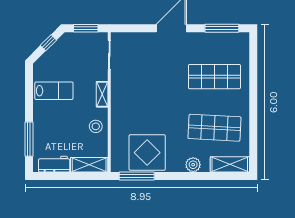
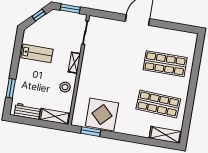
window: (222, 28) -> (177, 27), removed
window: (29, 139) -> (11, 88), width x0.69
plant: (193, 165) -> (136, 130), removed
window: (137, 176) -> (91, 132), width x0.69

